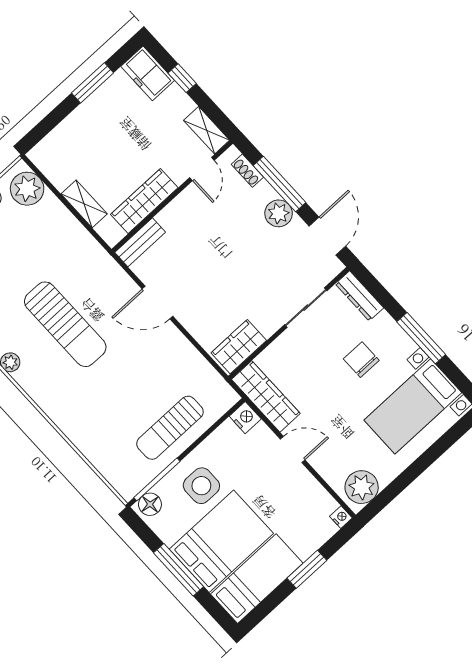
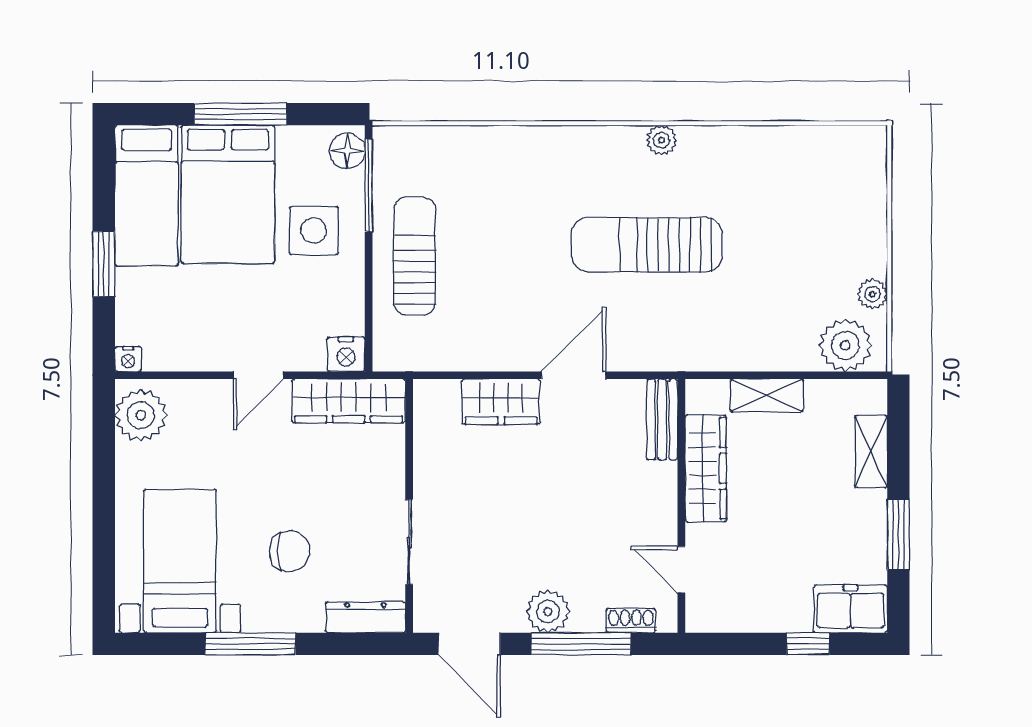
shelving: (207, 130) -> (871, 451), moved, turned 90
wardrobe: (239, 347) -> (501, 402), moved, turned 90

